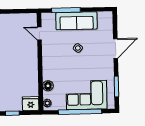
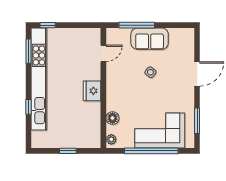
sofa: (76, 21) -> (150, 39), width x0.73
door: (39, 34) -> (103, 53), swing flipped
fridge: (31, 104) -> (92, 91), moved, turned -90

